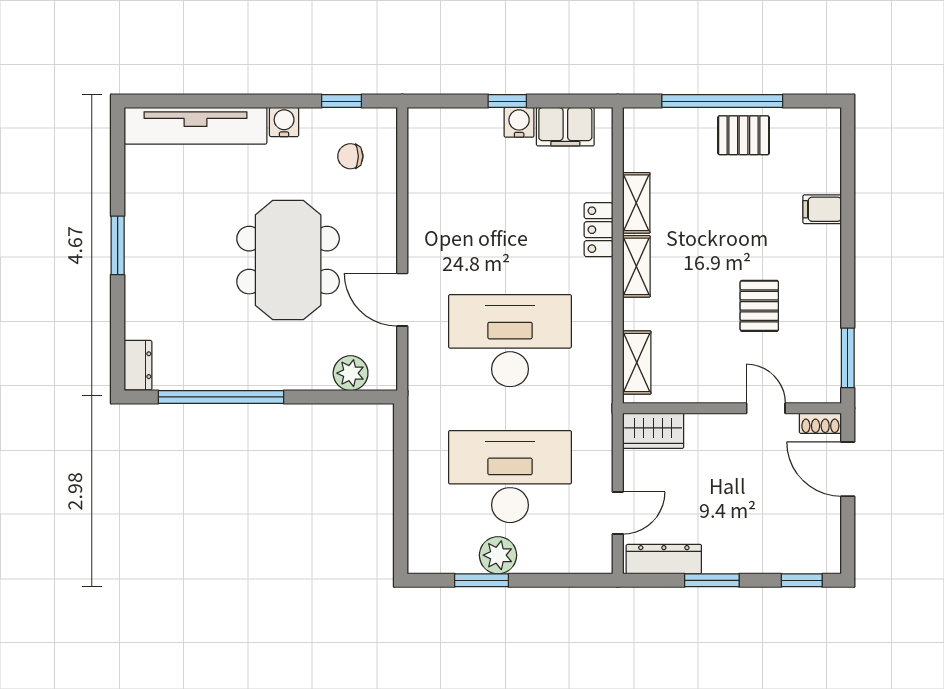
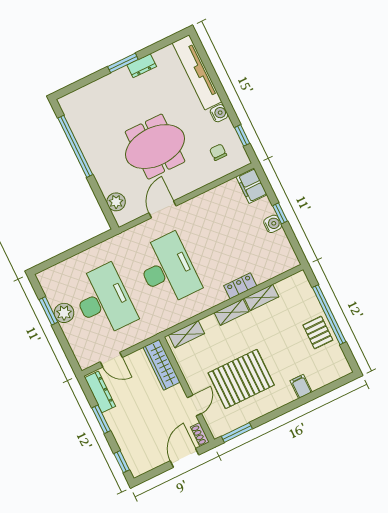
filing cabinet: (565, 127) -> (252, 186), moved
pallet: (759, 306) -> (241, 379), width x2.05, depth x2.00
dresser: (138, 365) -> (142, 66), moved
wardrobe: (653, 431) -> (162, 365), width x1.50

